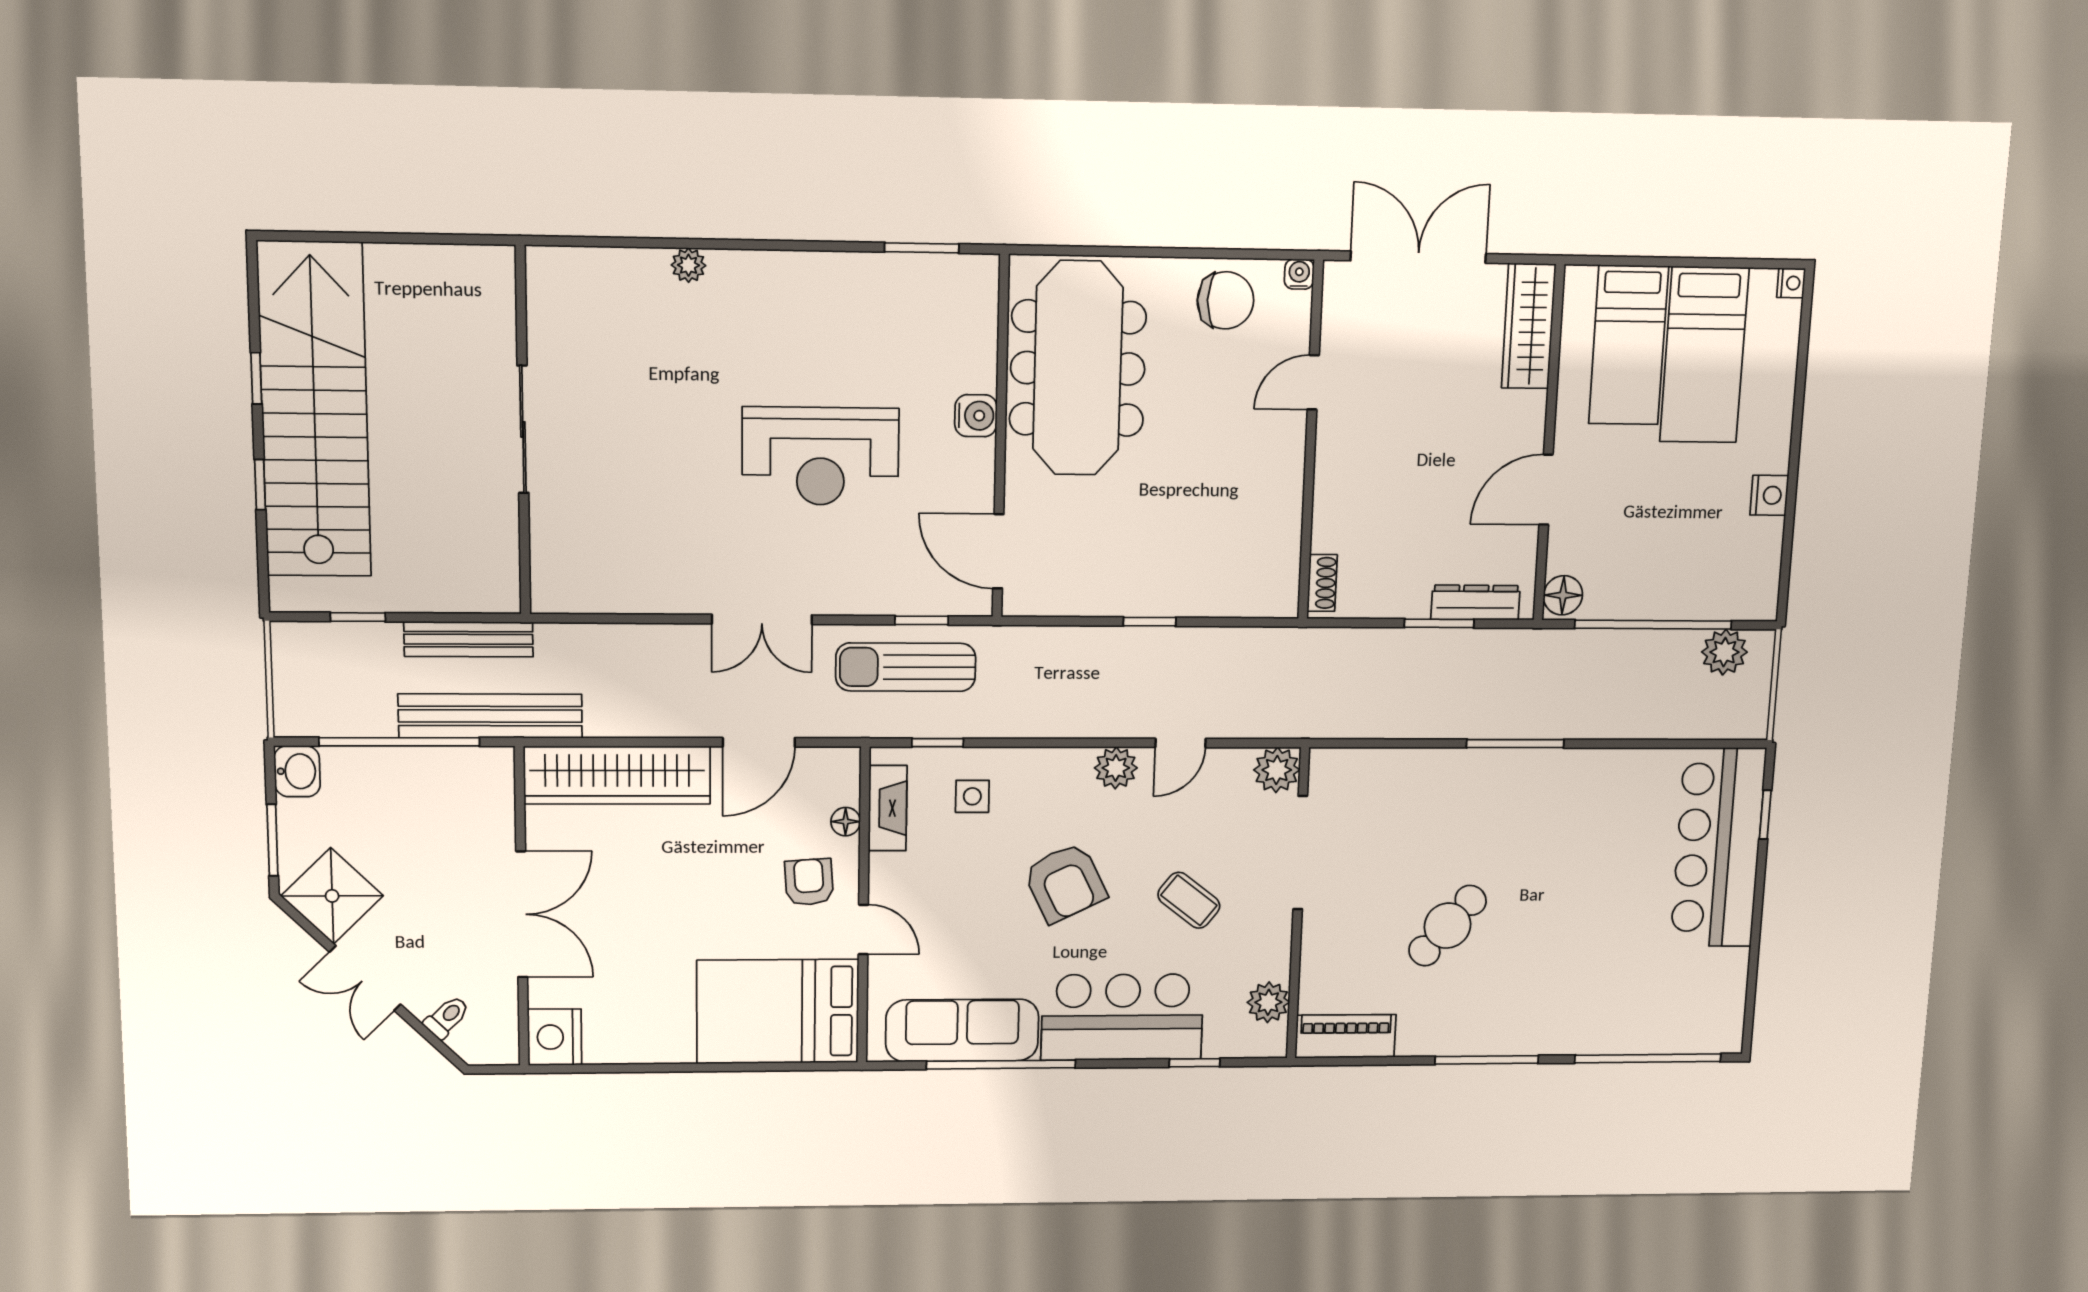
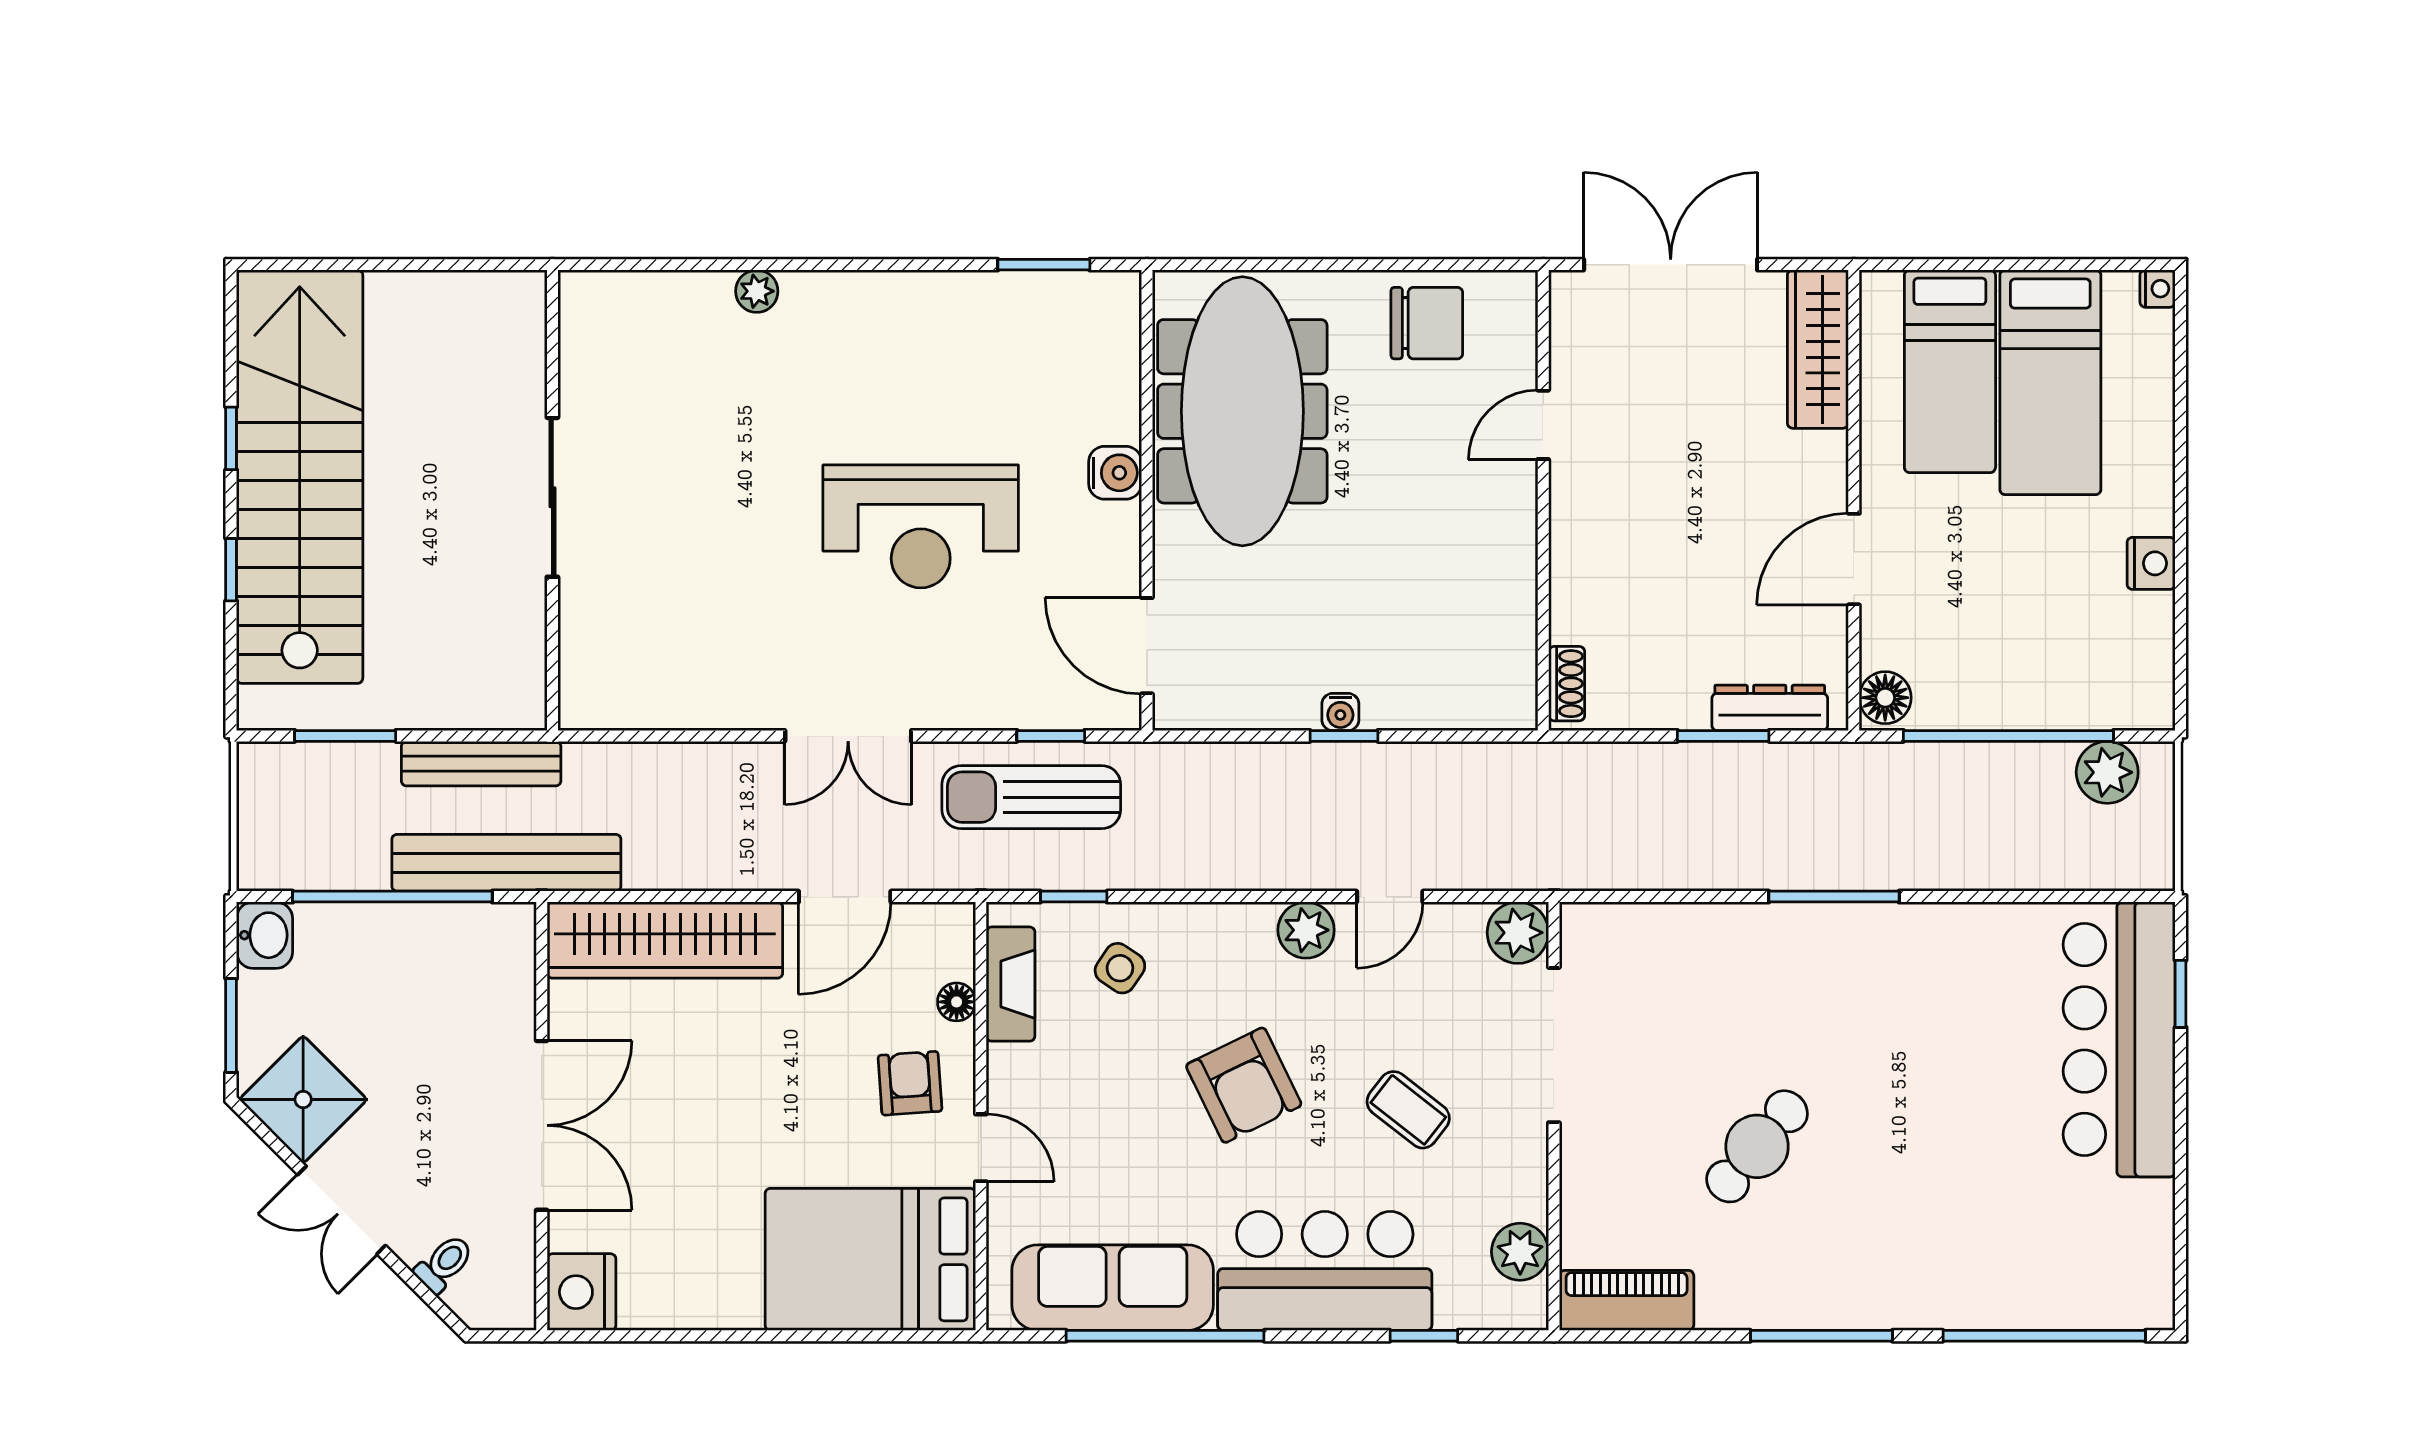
water cooler: (1299, 274) -> (1340, 712), moved, turned 180
window: (358, 617) -> (345, 736), width x1.50
side table: (972, 796) -> (1120, 968), turned 34

